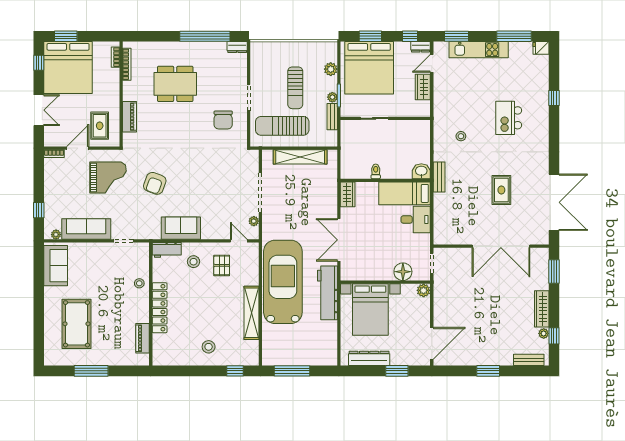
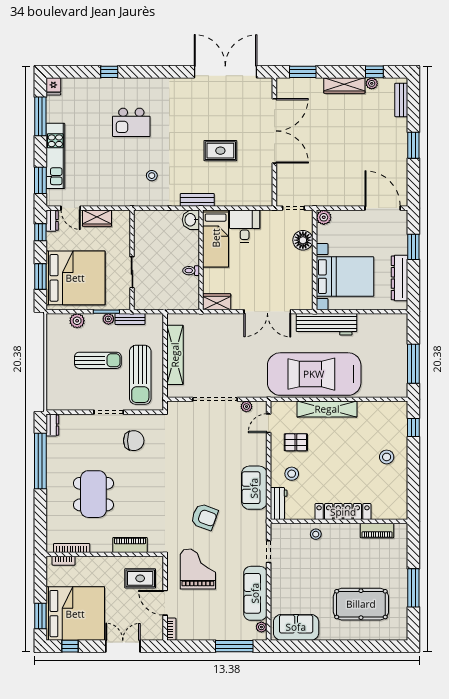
rug: (501, 190) -> (220, 151), moved
window: (39, 210) -> (234, 646), width x2.17
shelving: (251, 313) -> (327, 409), moved

